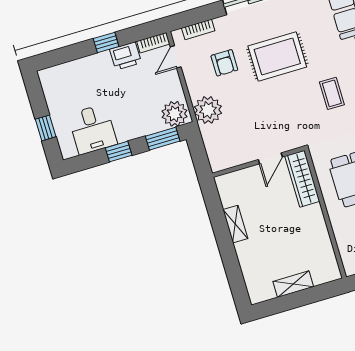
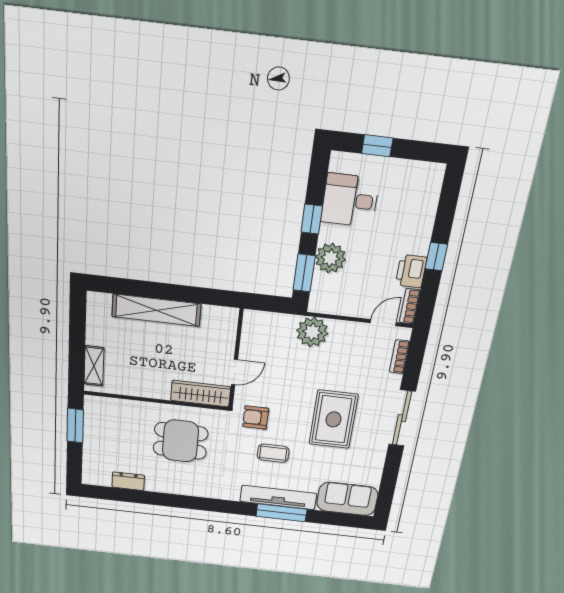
door: (176, 57) -> (383, 323), hinge flipped
armchair: (224, 63) -> (256, 417), moved
plant: (175, 114) -> (330, 258), moved
door: (270, 158) -> (234, 372), swing flipped
shelving: (235, 224) -> (156, 310), width x2.20, depth x1.33
shelving: (293, 284) -> (94, 366), moved

